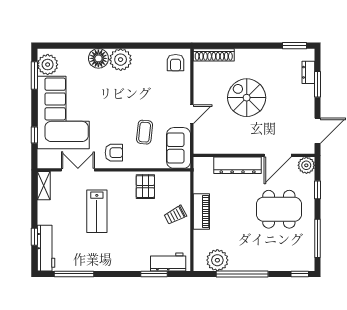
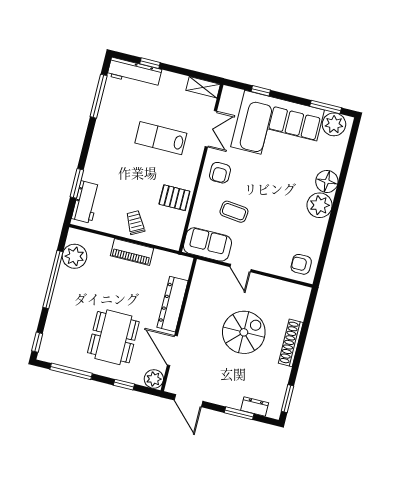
shoe rack: (214, 55) -> (291, 343), moved

